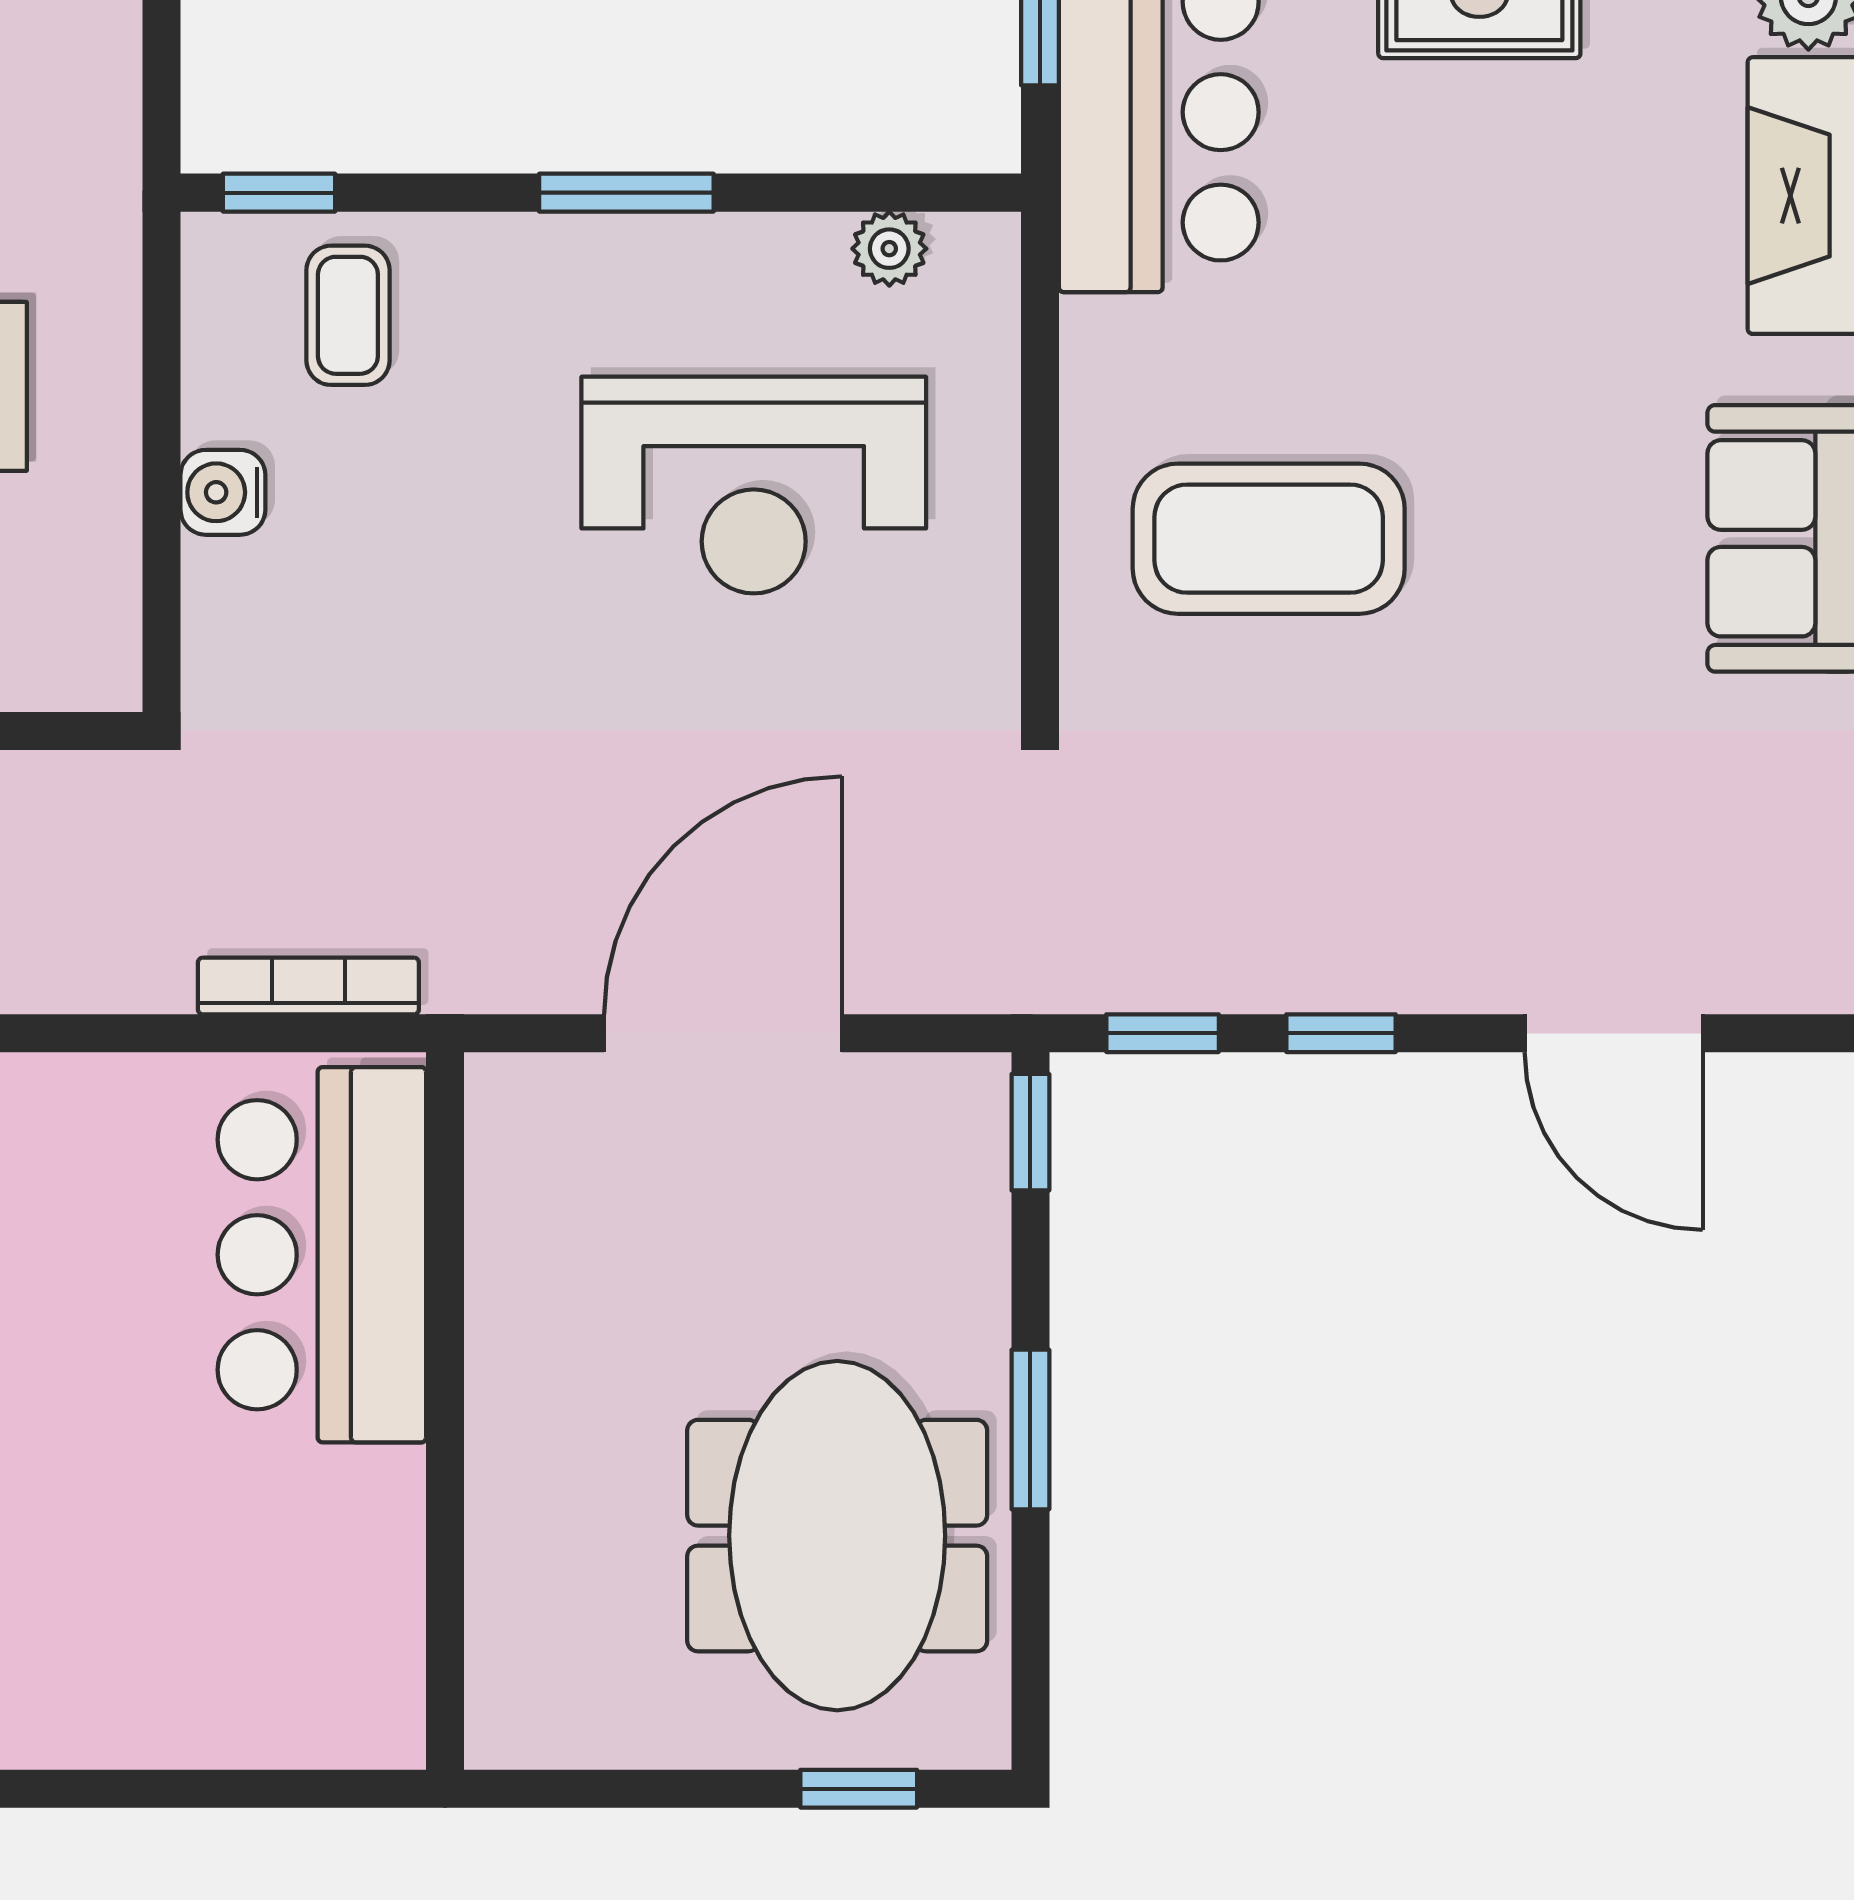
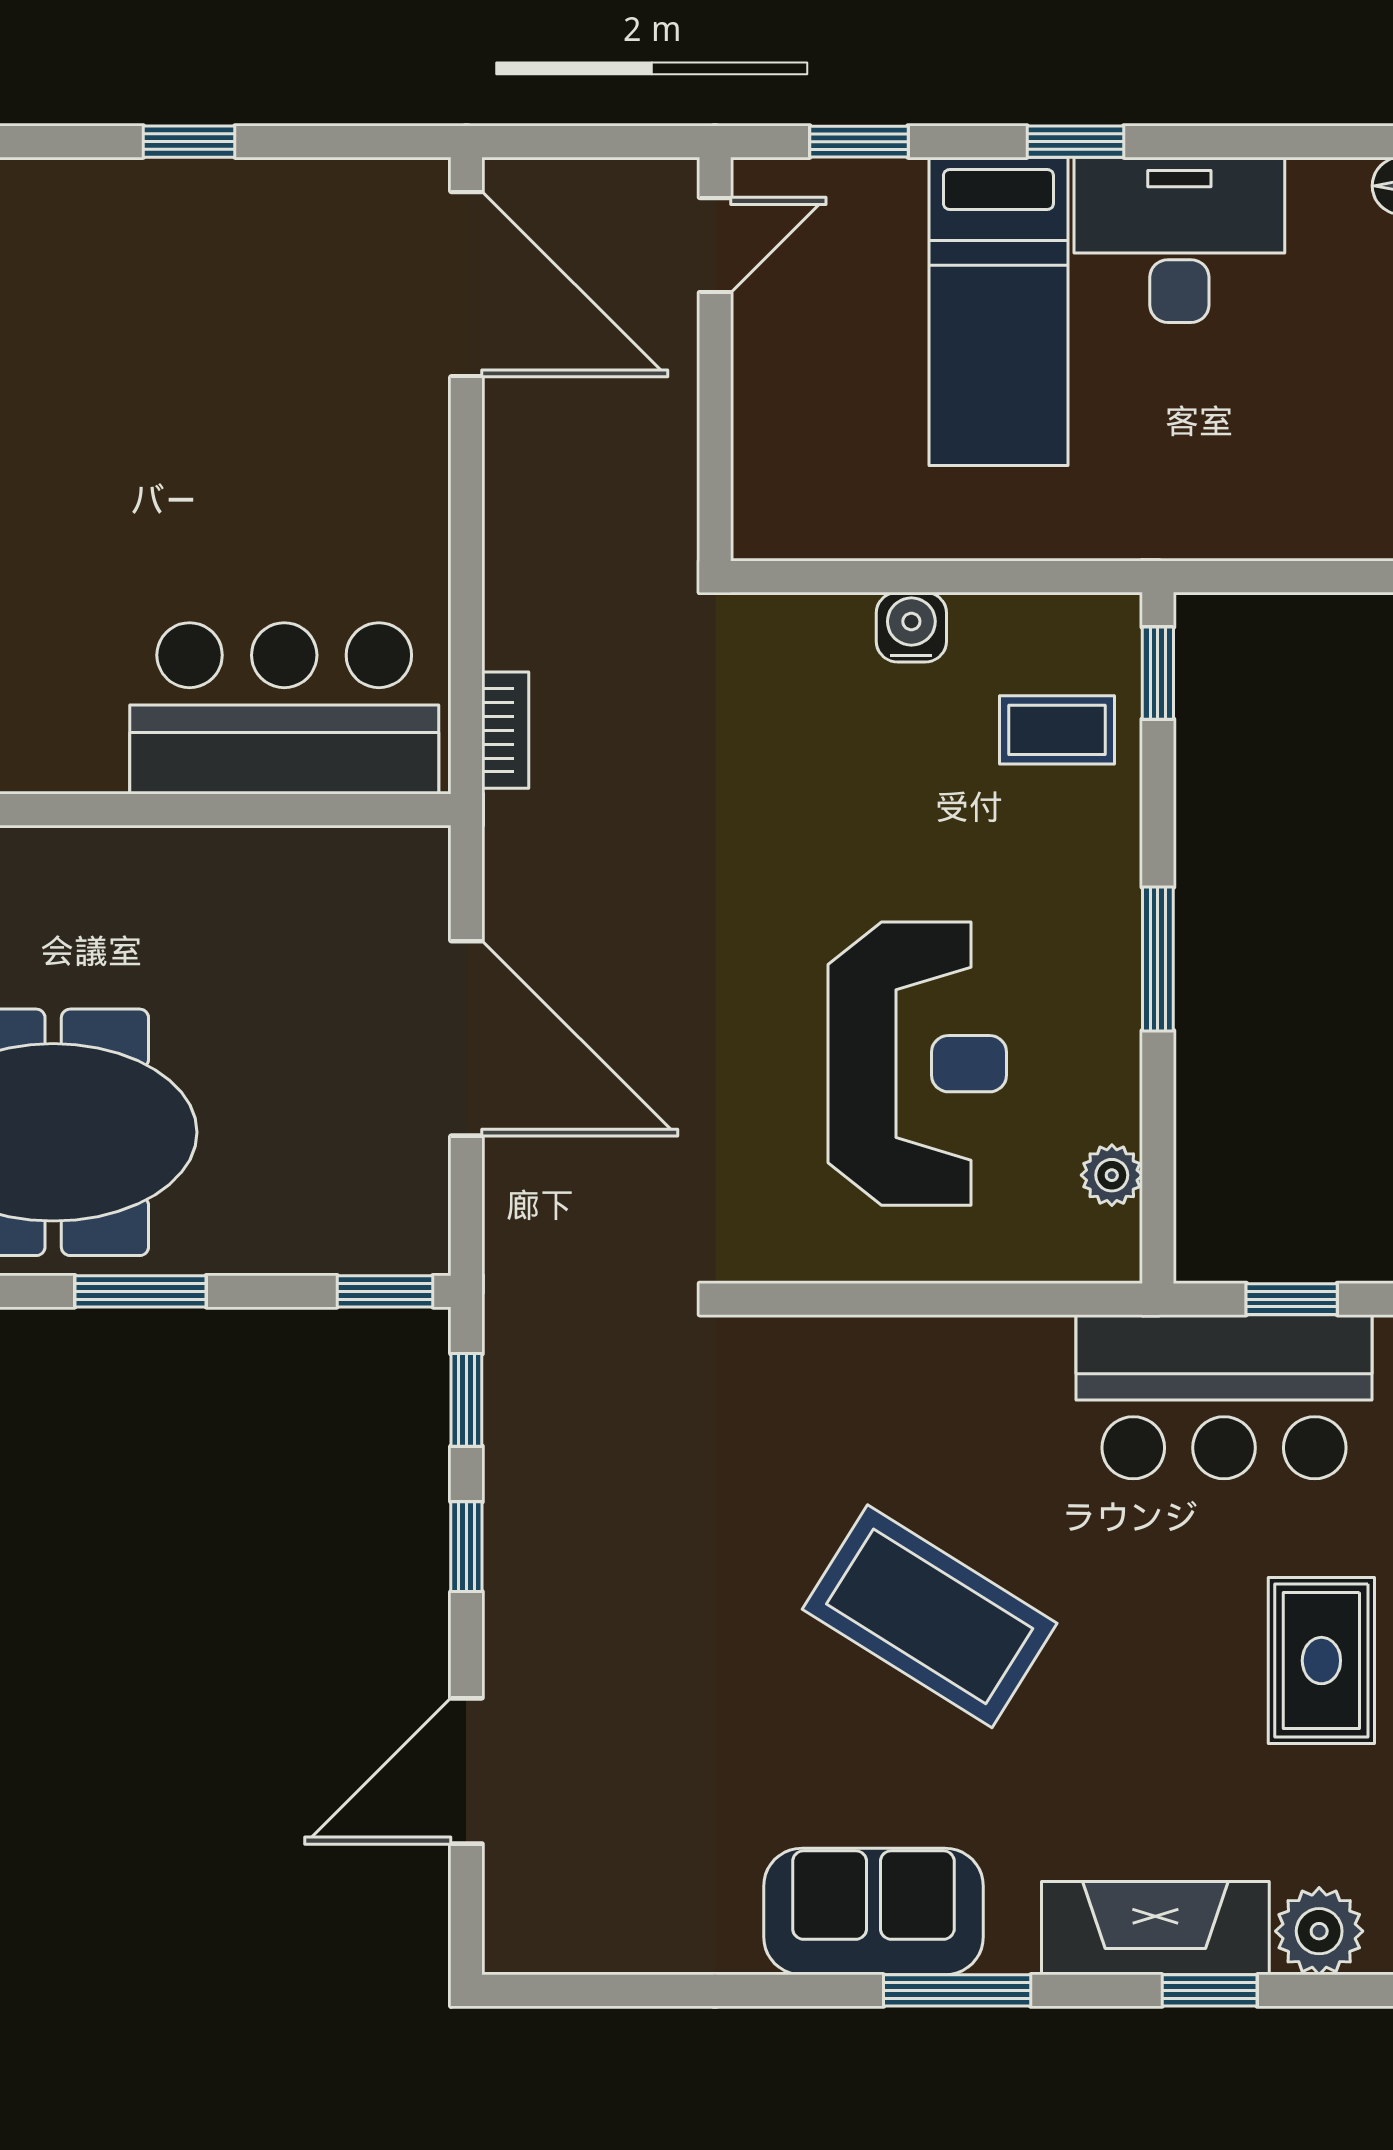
reception desk: (754, 485) -> (917, 1064), turned 180
coffee table: (1269, 539) -> (930, 1616), moved, turned -58
bookcase: (308, 986) -> (505, 730), width x0.64

